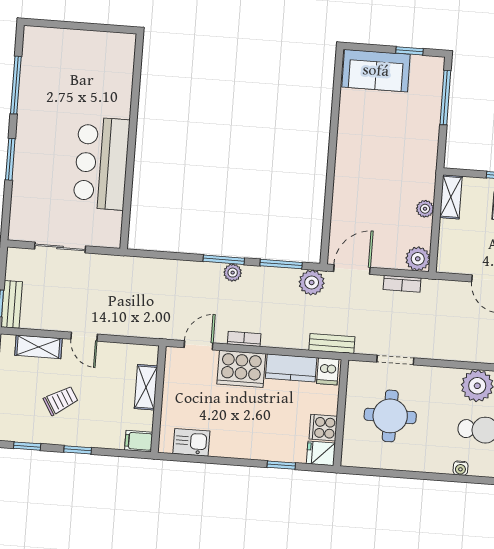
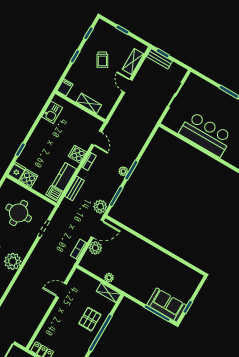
sofa: (376, 71) -> (167, 305), moved, turned 90
plant: (418, 259) -> (95, 248), moved
door: (352, 269) -> (97, 229), hinge flipped
door: (84, 337) -> (127, 86), hinge flipped
bench: (332, 343) -> (75, 188), moved
cooker: (241, 369) -> (77, 154), width x0.53, depth x0.76

